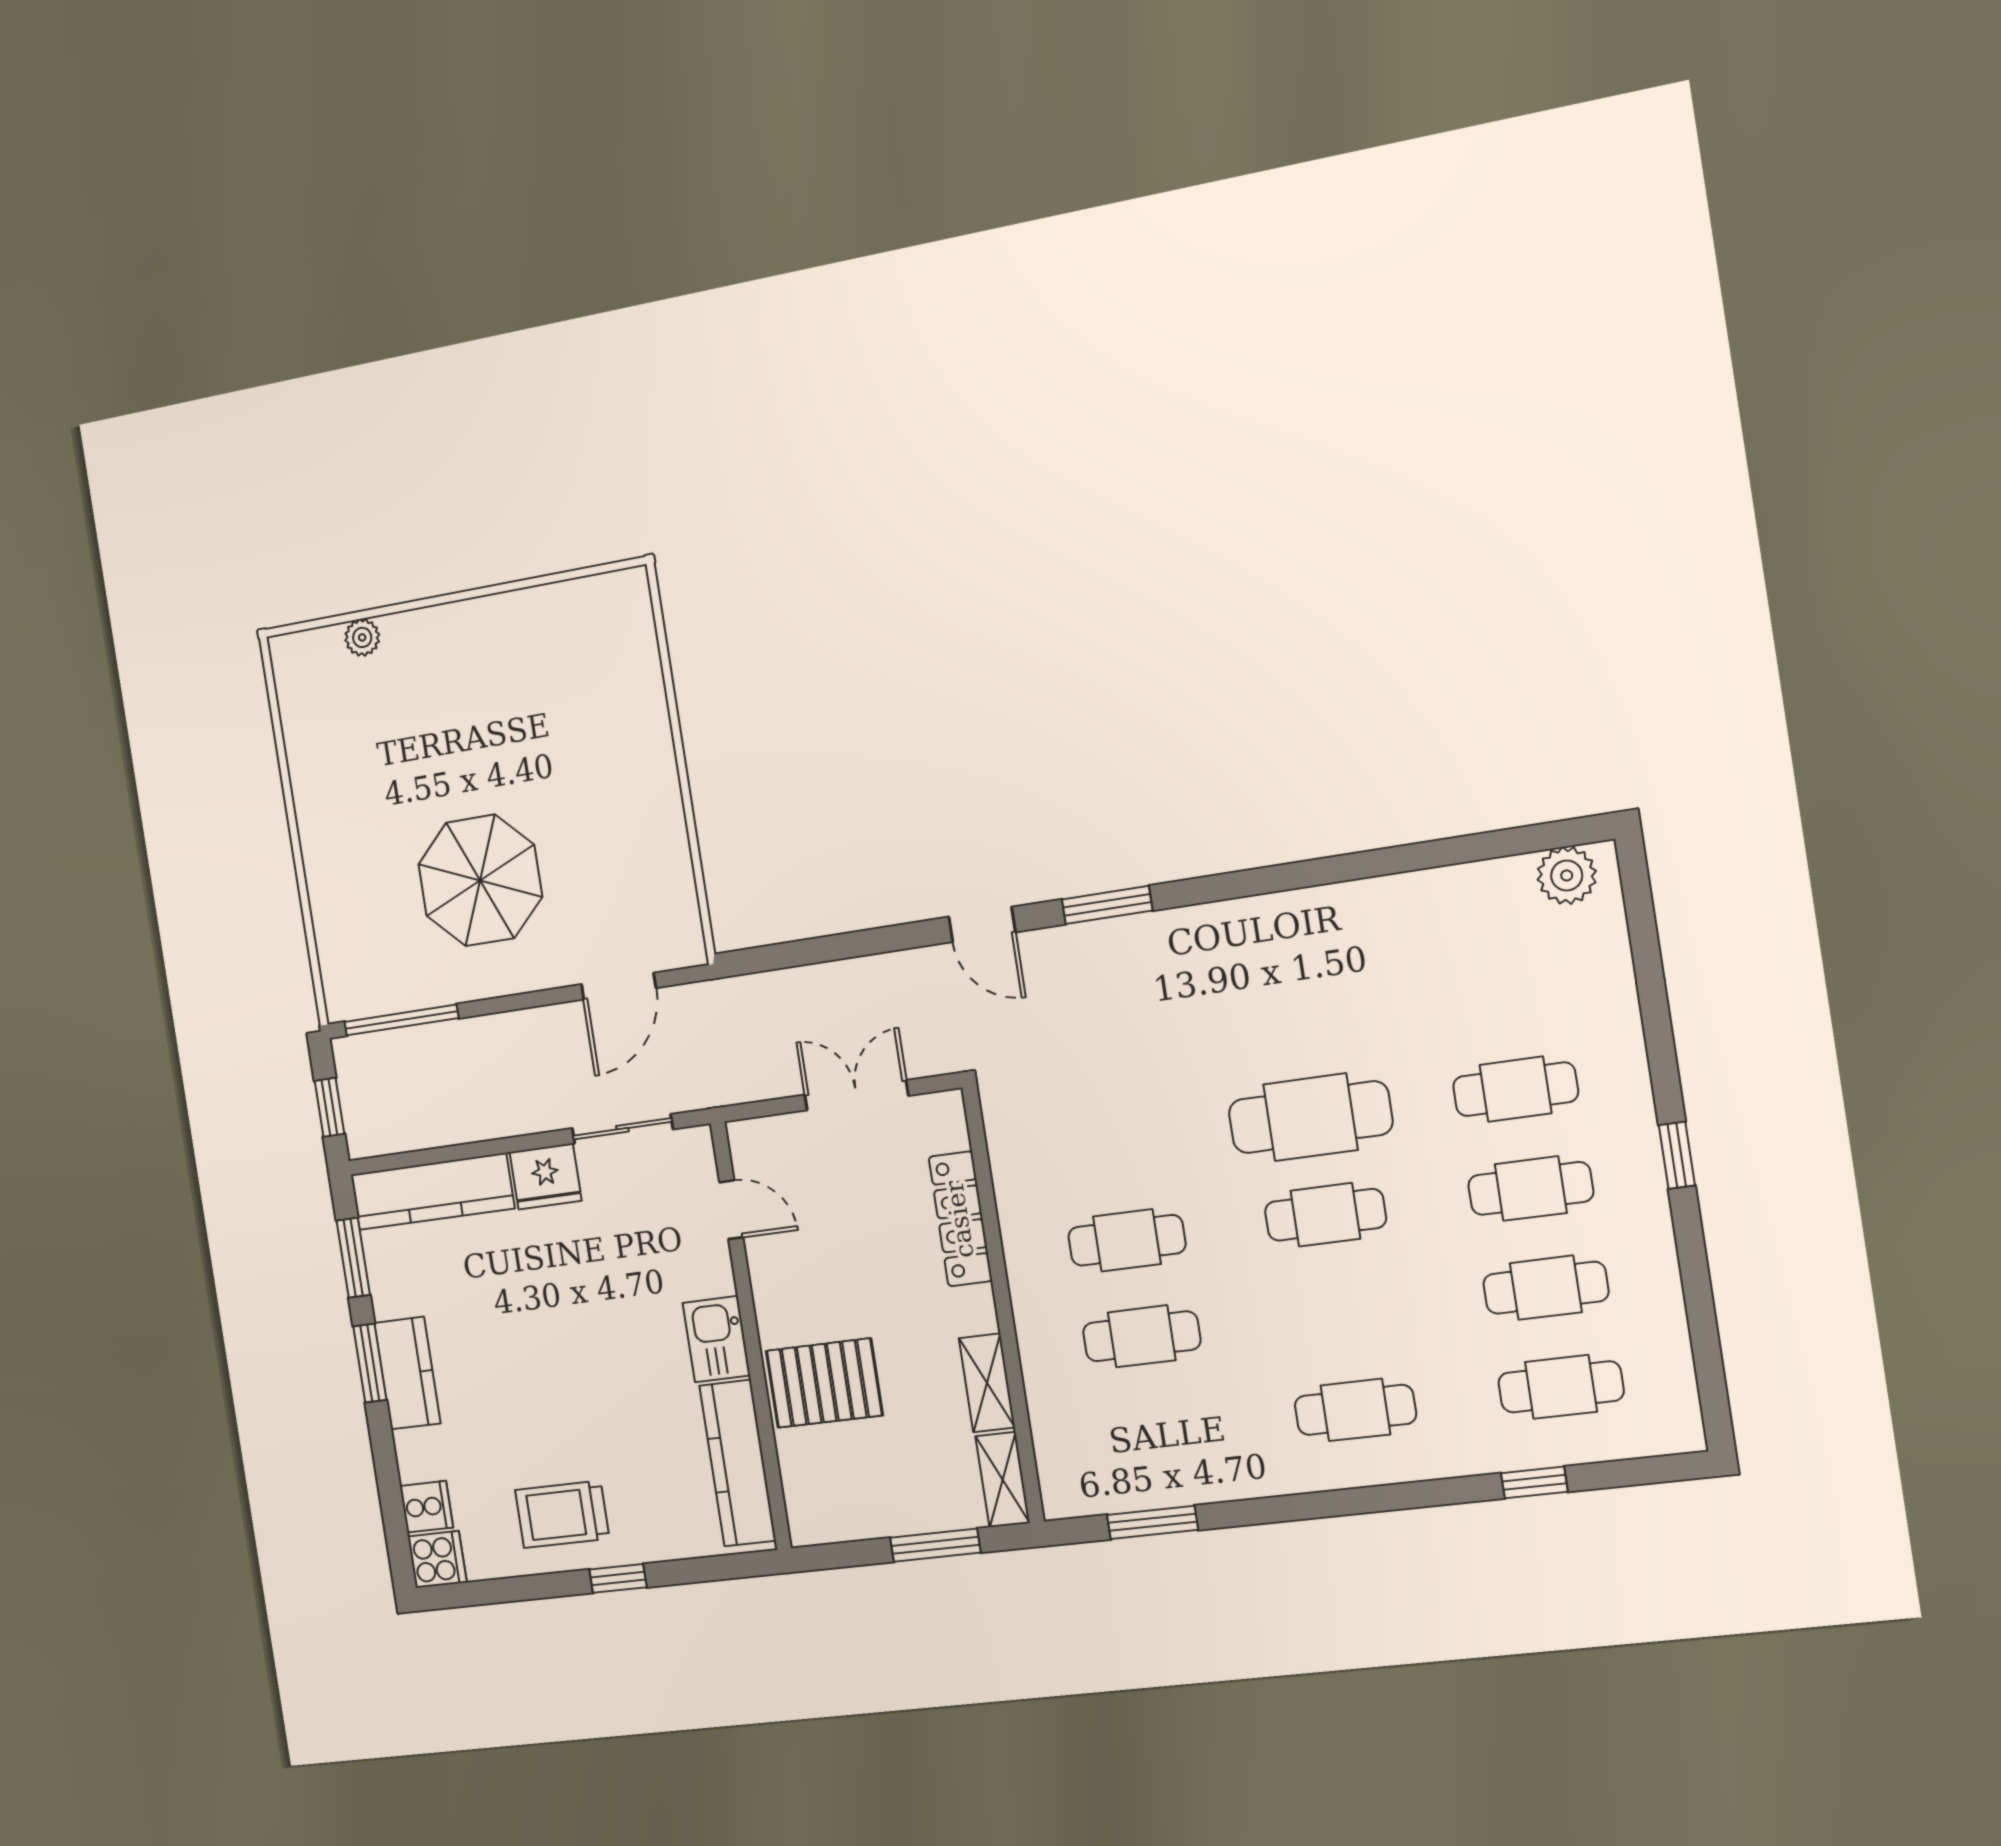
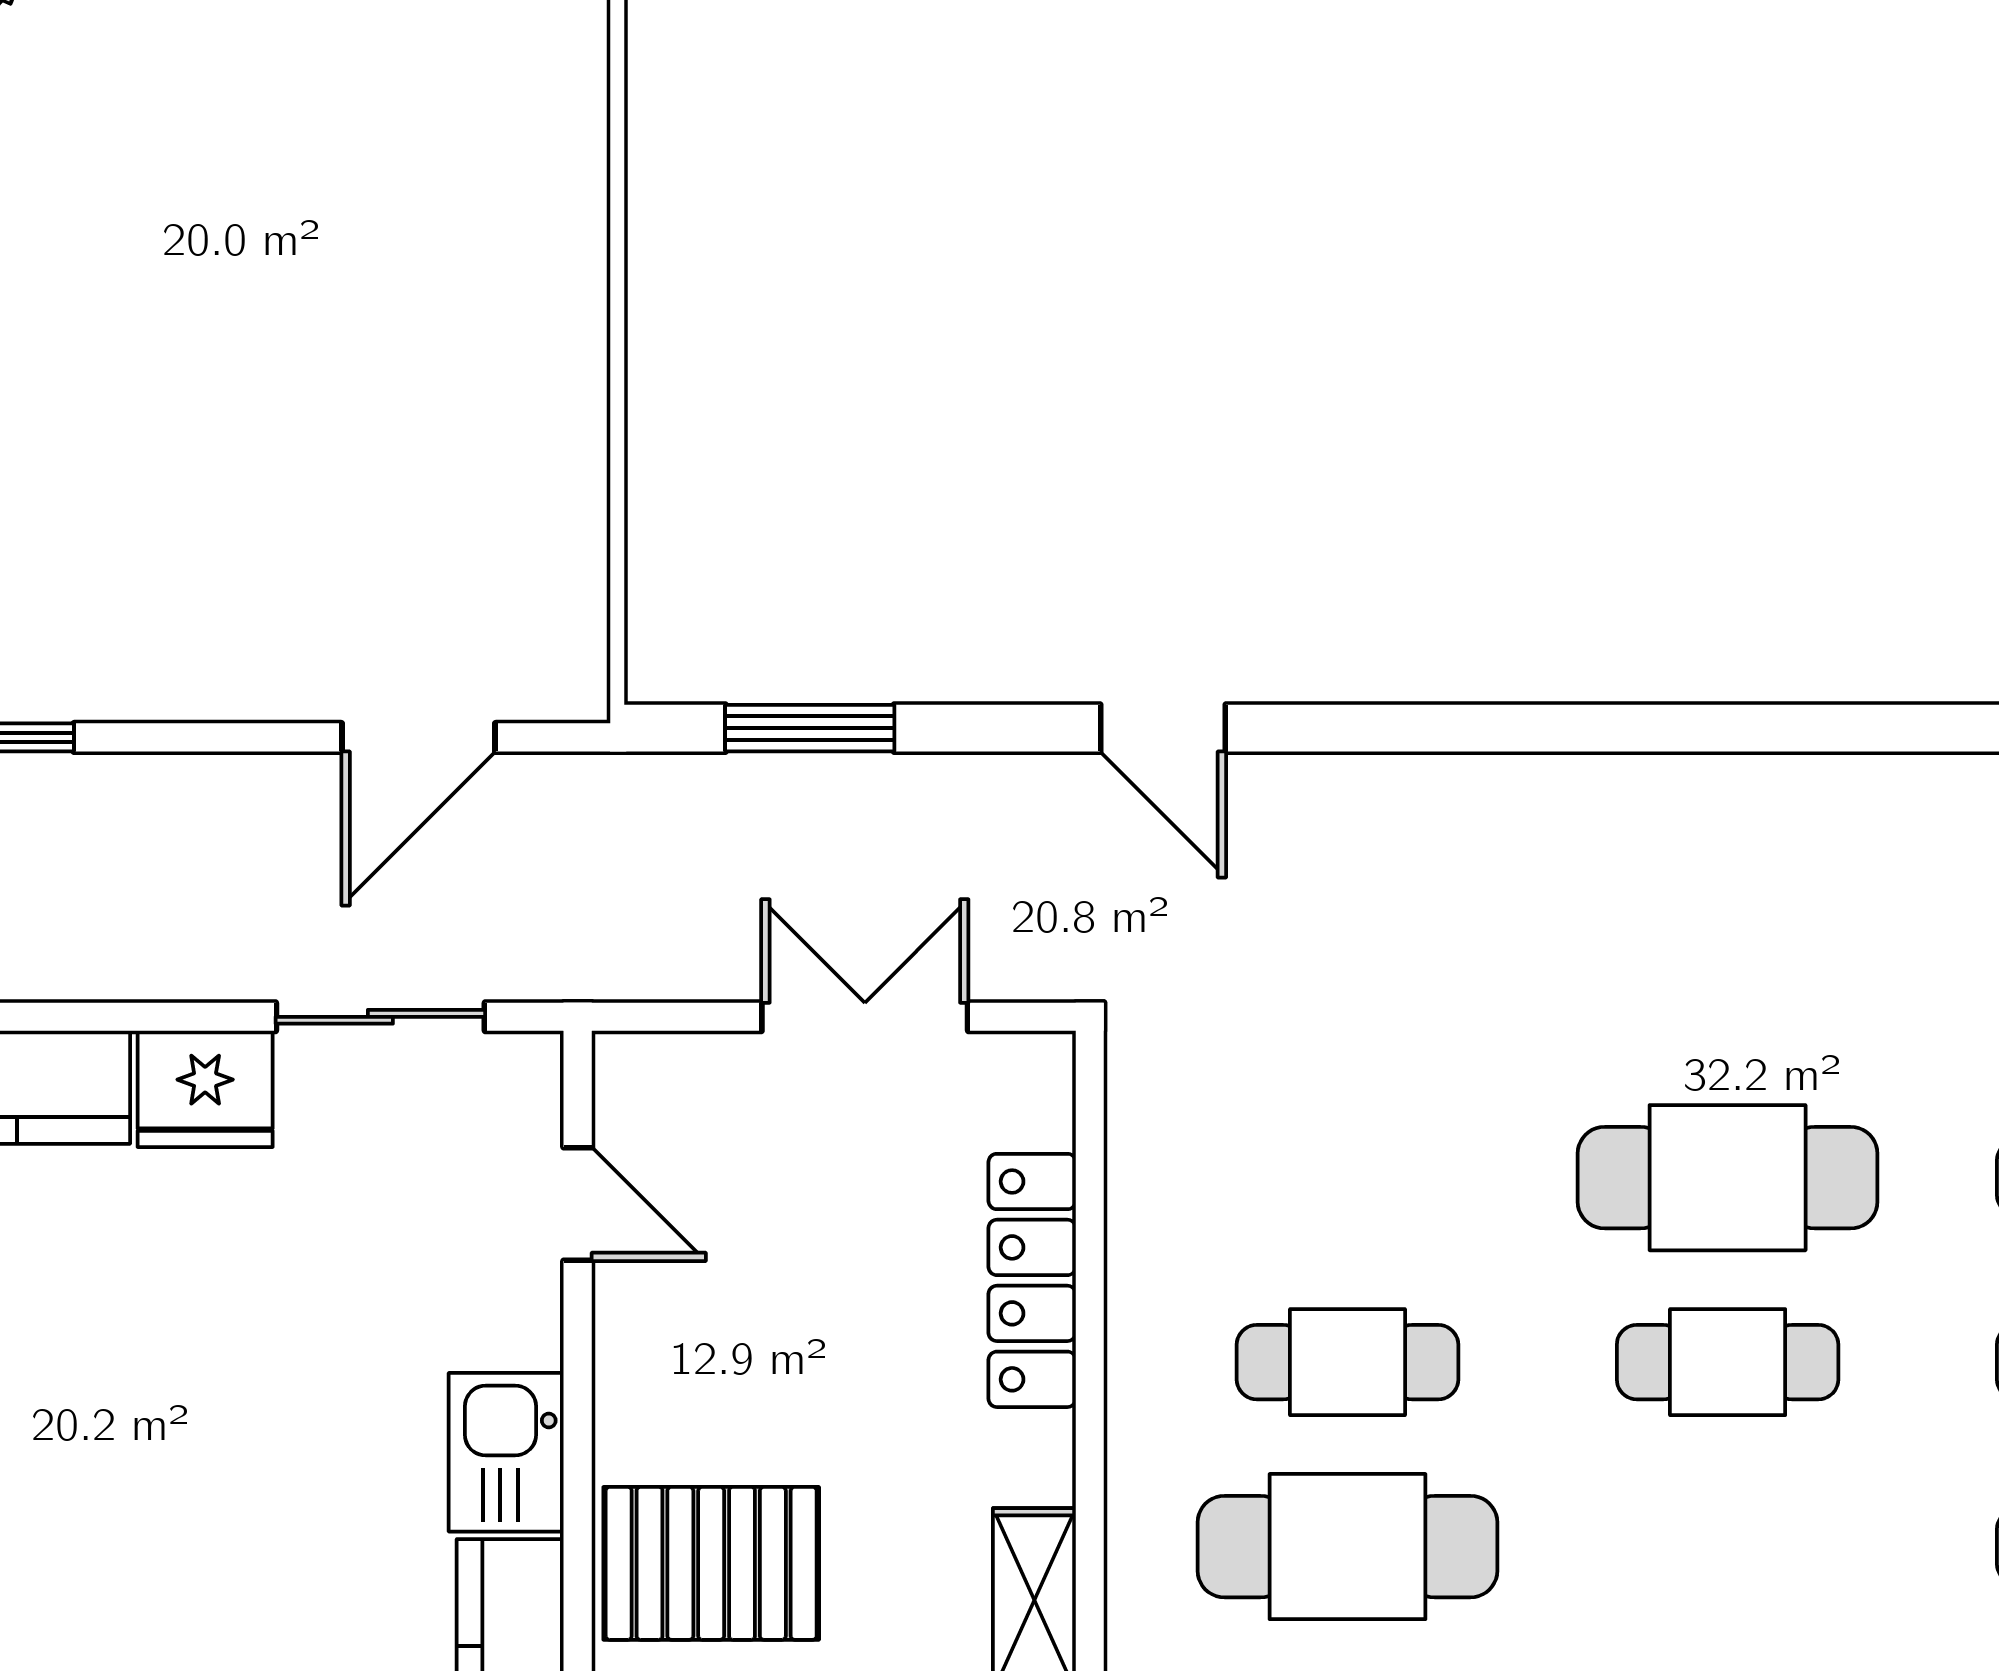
parasol: (480, 880) -> (165, 487), removed
window: (1107, 905) -> (810, 728), moved
cafe table: (1142, 1336) -> (1347, 1547), width x1.37, depth x1.35

